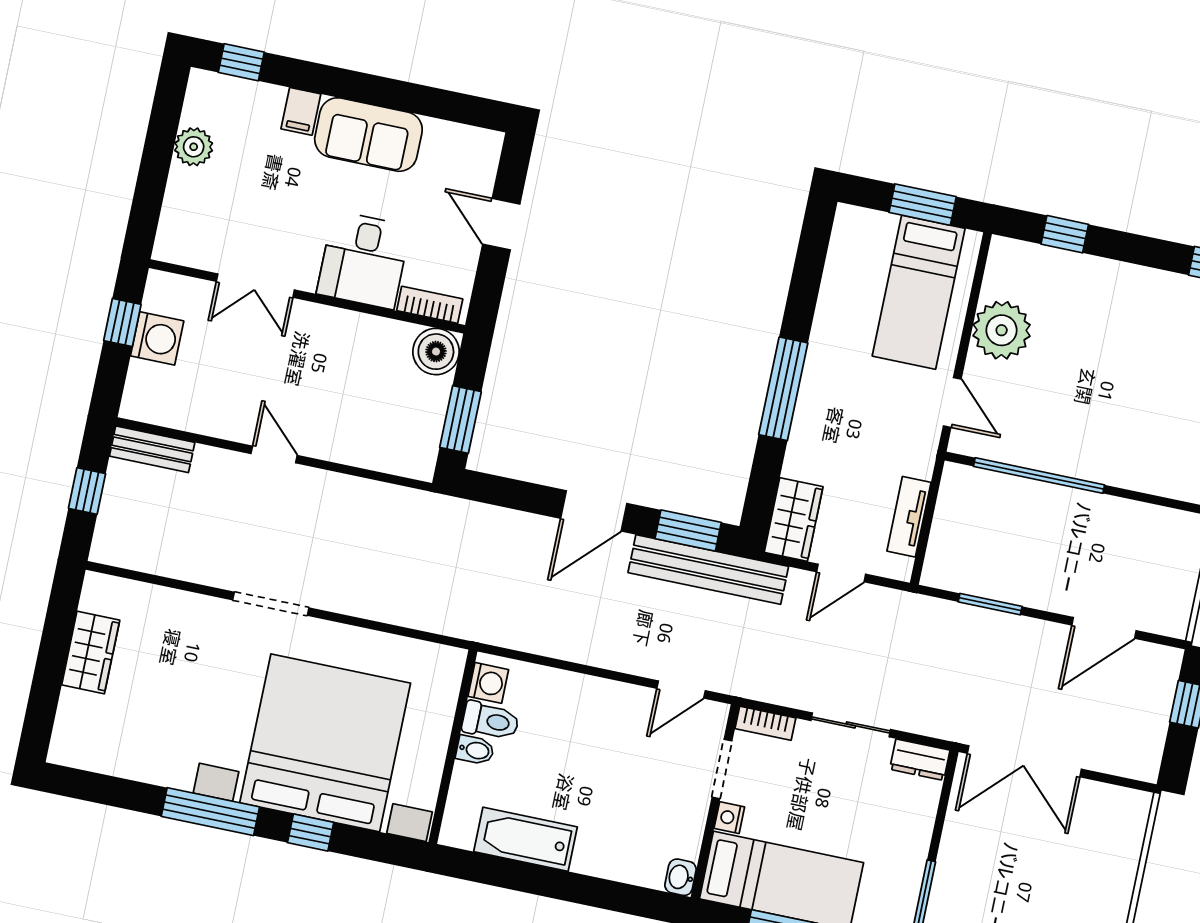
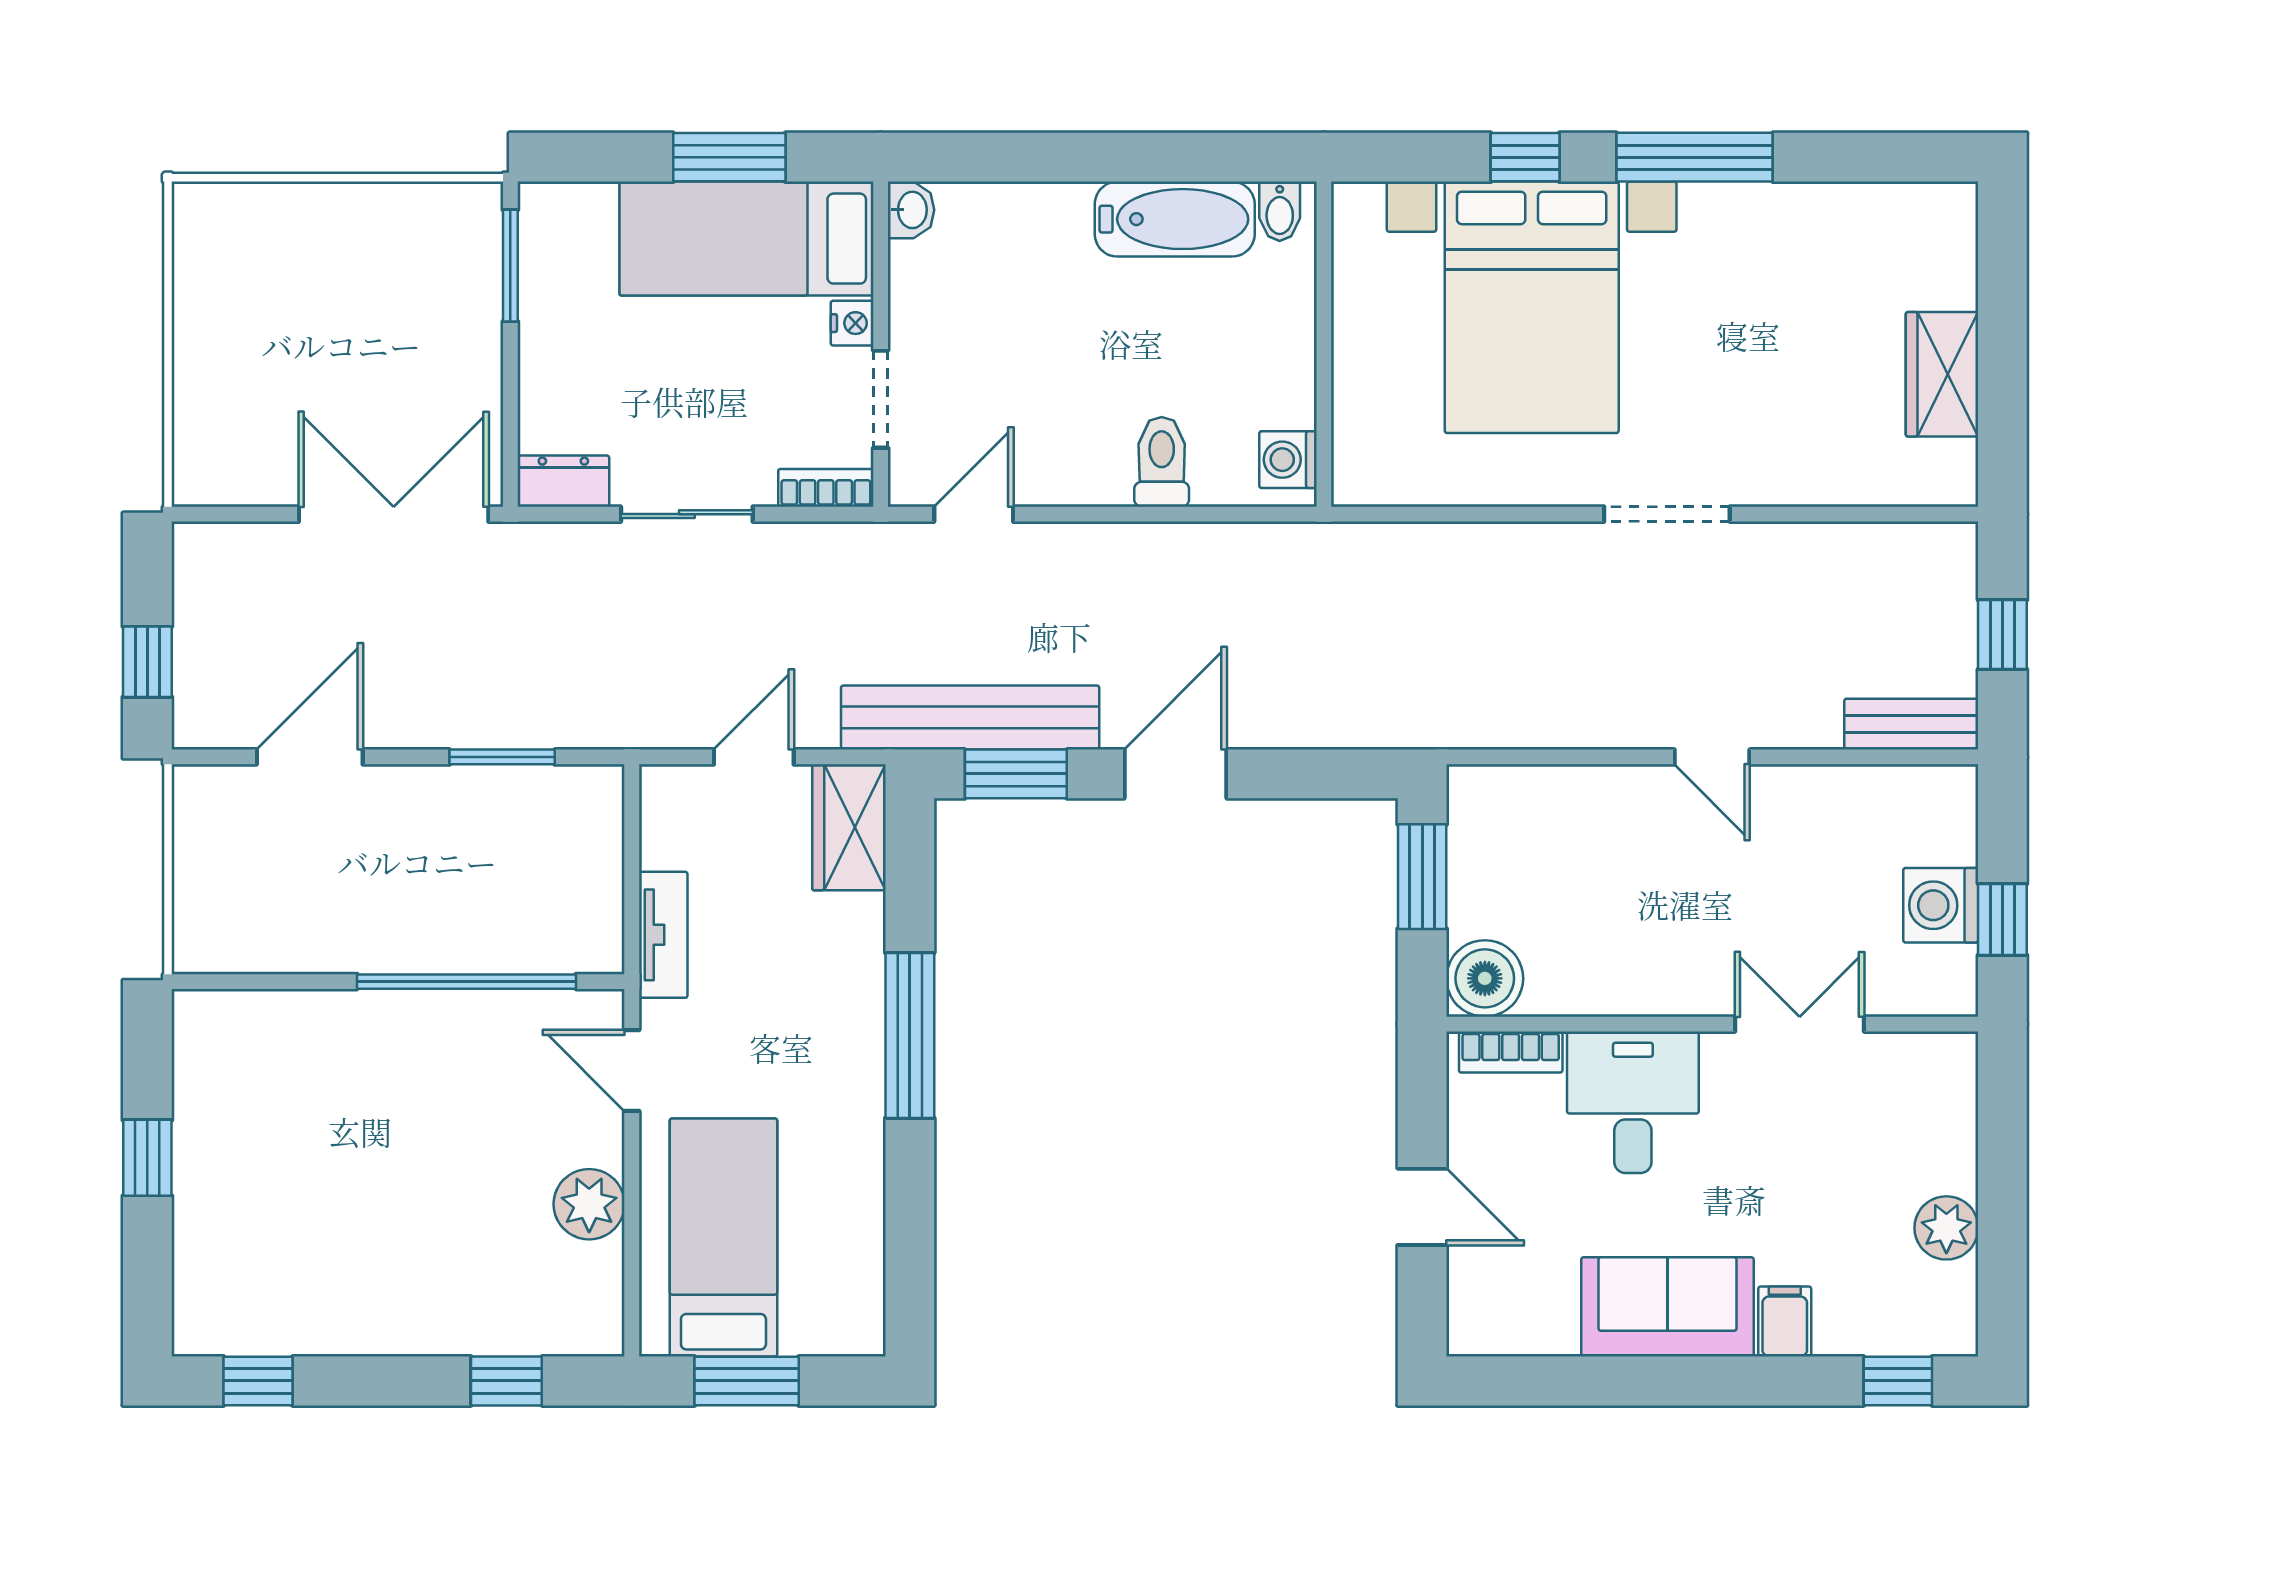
plant: (1002, 330) -> (589, 1204), width x0.73, depth x0.73
tv unit: (909, 517) -> (663, 935), moved
toilet: (491, 721) -> (1162, 462), moved, turned 90
bed with nightstands: (325, 743) -> (1532, 307), width x0.73
bidet: (475, 750) -> (1280, 211), moved, turned -90

